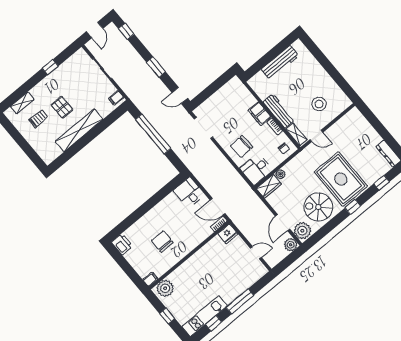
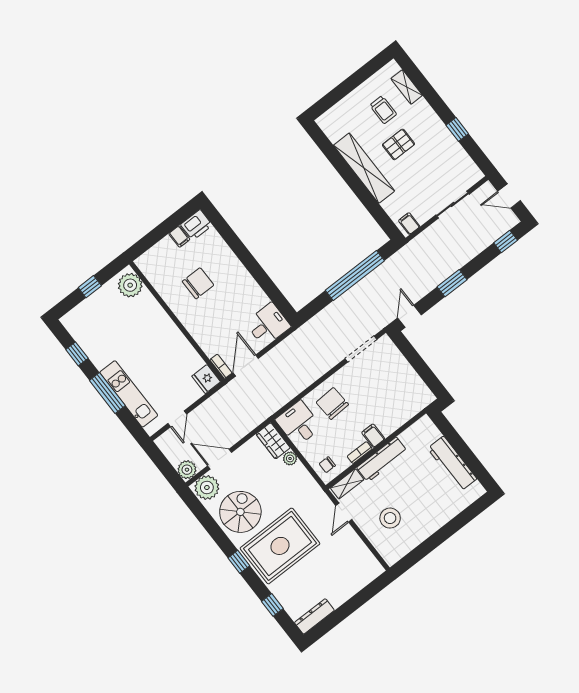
filing cabinet: (260, 114) -> (373, 436), width x0.50
filing cabinet: (150, 279) -> (179, 236), moved
kitchen unit: (205, 316) -> (129, 394), moved

